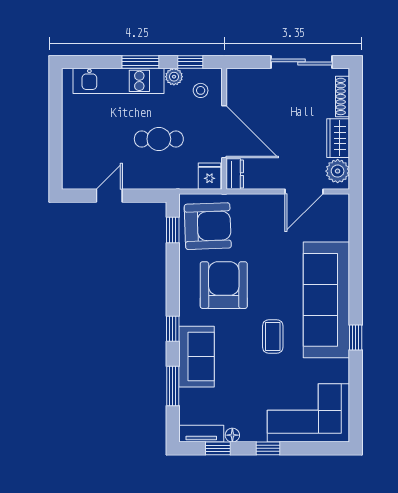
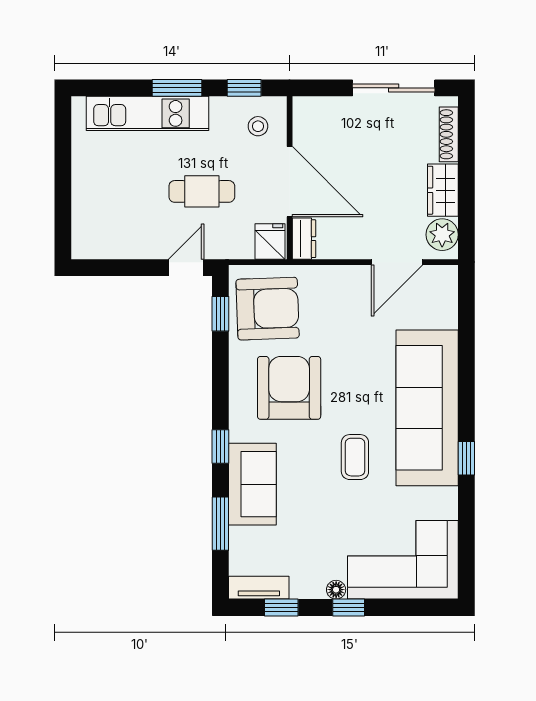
plant: (174, 77) -> (222, 108), removed
door: (109, 196) -> (186, 268), moved
floor lamp: (232, 435) -> (336, 590), moved

